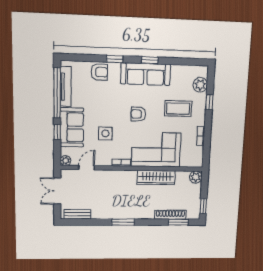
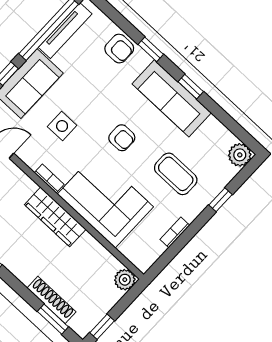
plant: (200, 85) -> (240, 155), moved
armchair: (138, 114) -> (122, 138), turned 180
wardrobe: (156, 178) -> (55, 217), moved

